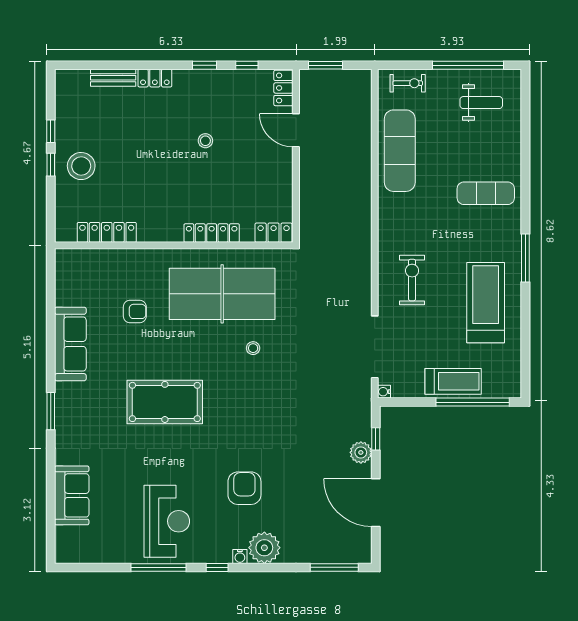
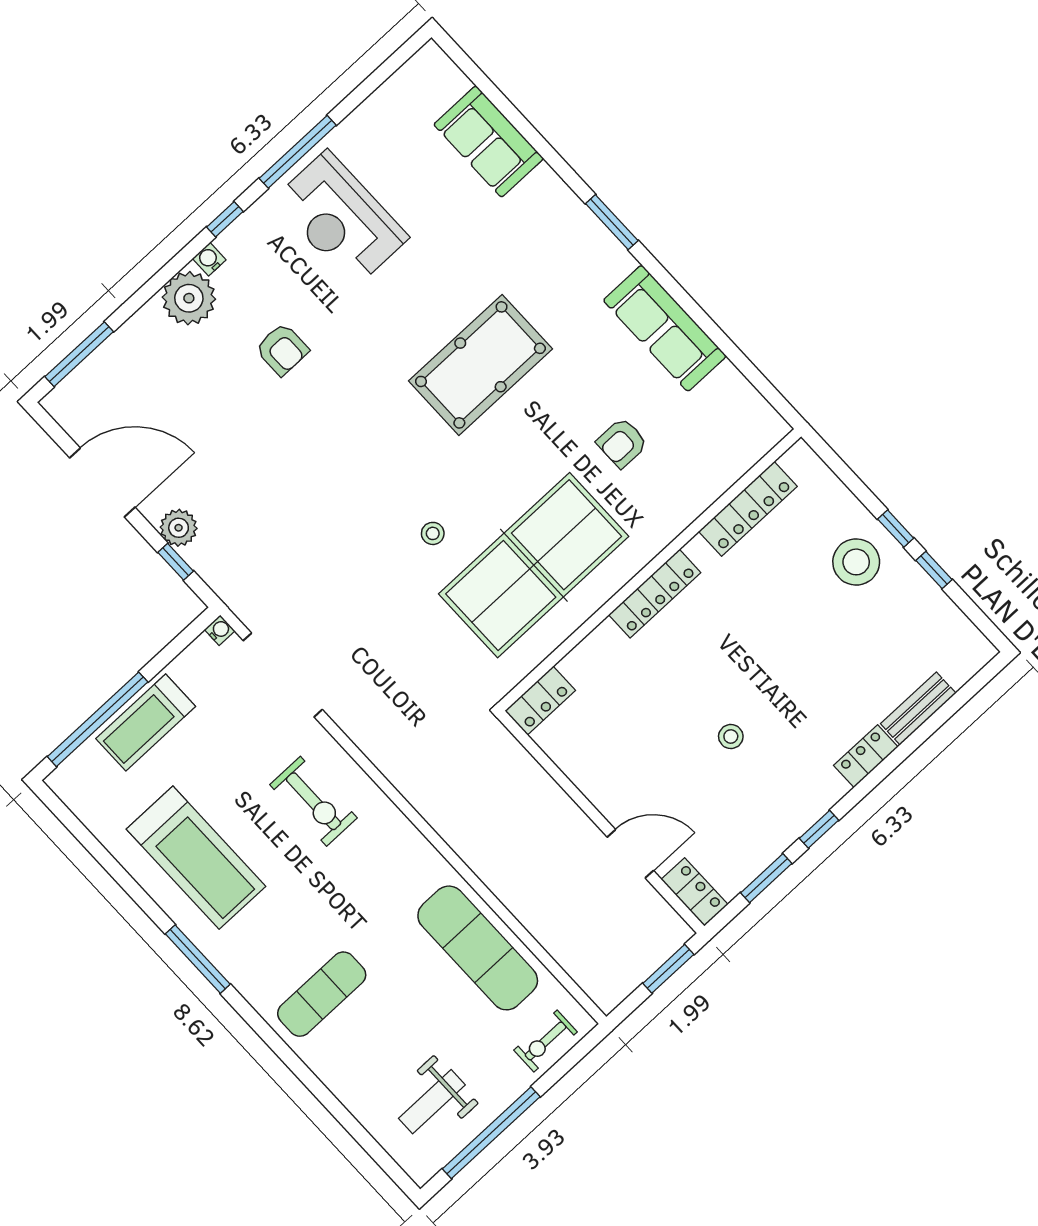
window: (247, 65) -> (766, 878), width x1.50
locker: (212, 233) -> (655, 594), moved
armchair: (244, 488) -> (282, 349), width x0.72, depth x0.72

